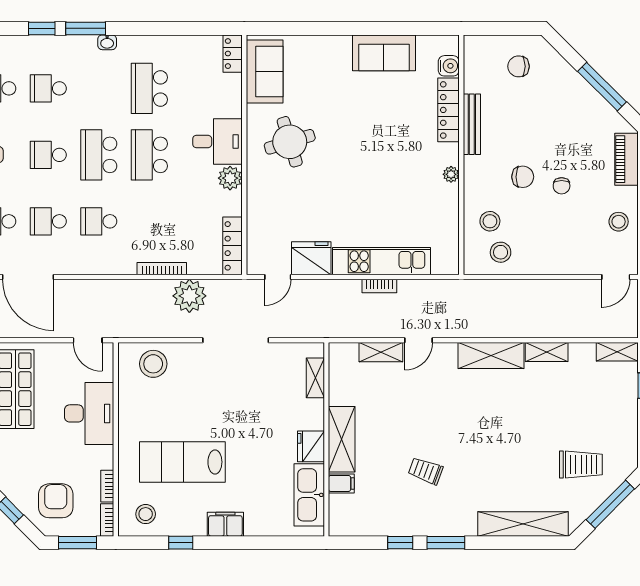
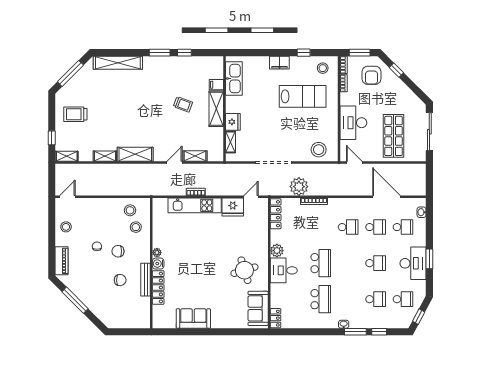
water cooler: (449, 66) -> (158, 264), moved
chair: (518, 66) -> (120, 280), moved
school desk: (99, 155) -> (348, 263), removed
fridge: (311, 446) -> (233, 122), moved
trolley: (581, 464) -> (75, 114), moved
trolley: (426, 471) -> (183, 104), moved

